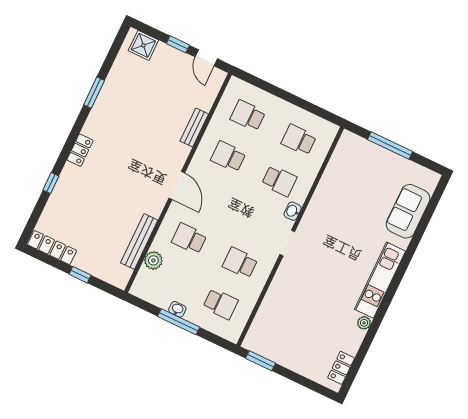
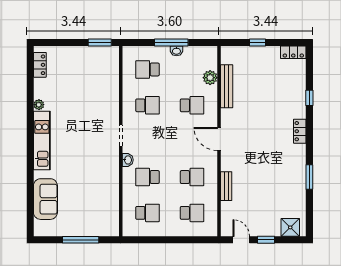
locker: (52, 248) -> (293, 52), width x0.66

